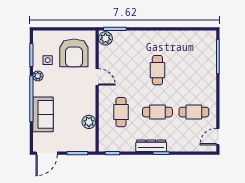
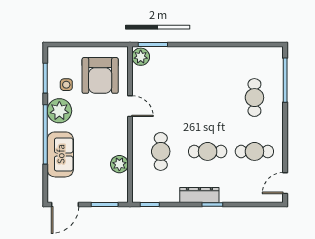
cafe table: (157, 70) -> (254, 98), moved
plant: (38, 76) -> (59, 111), width x1.87, depth x1.87

